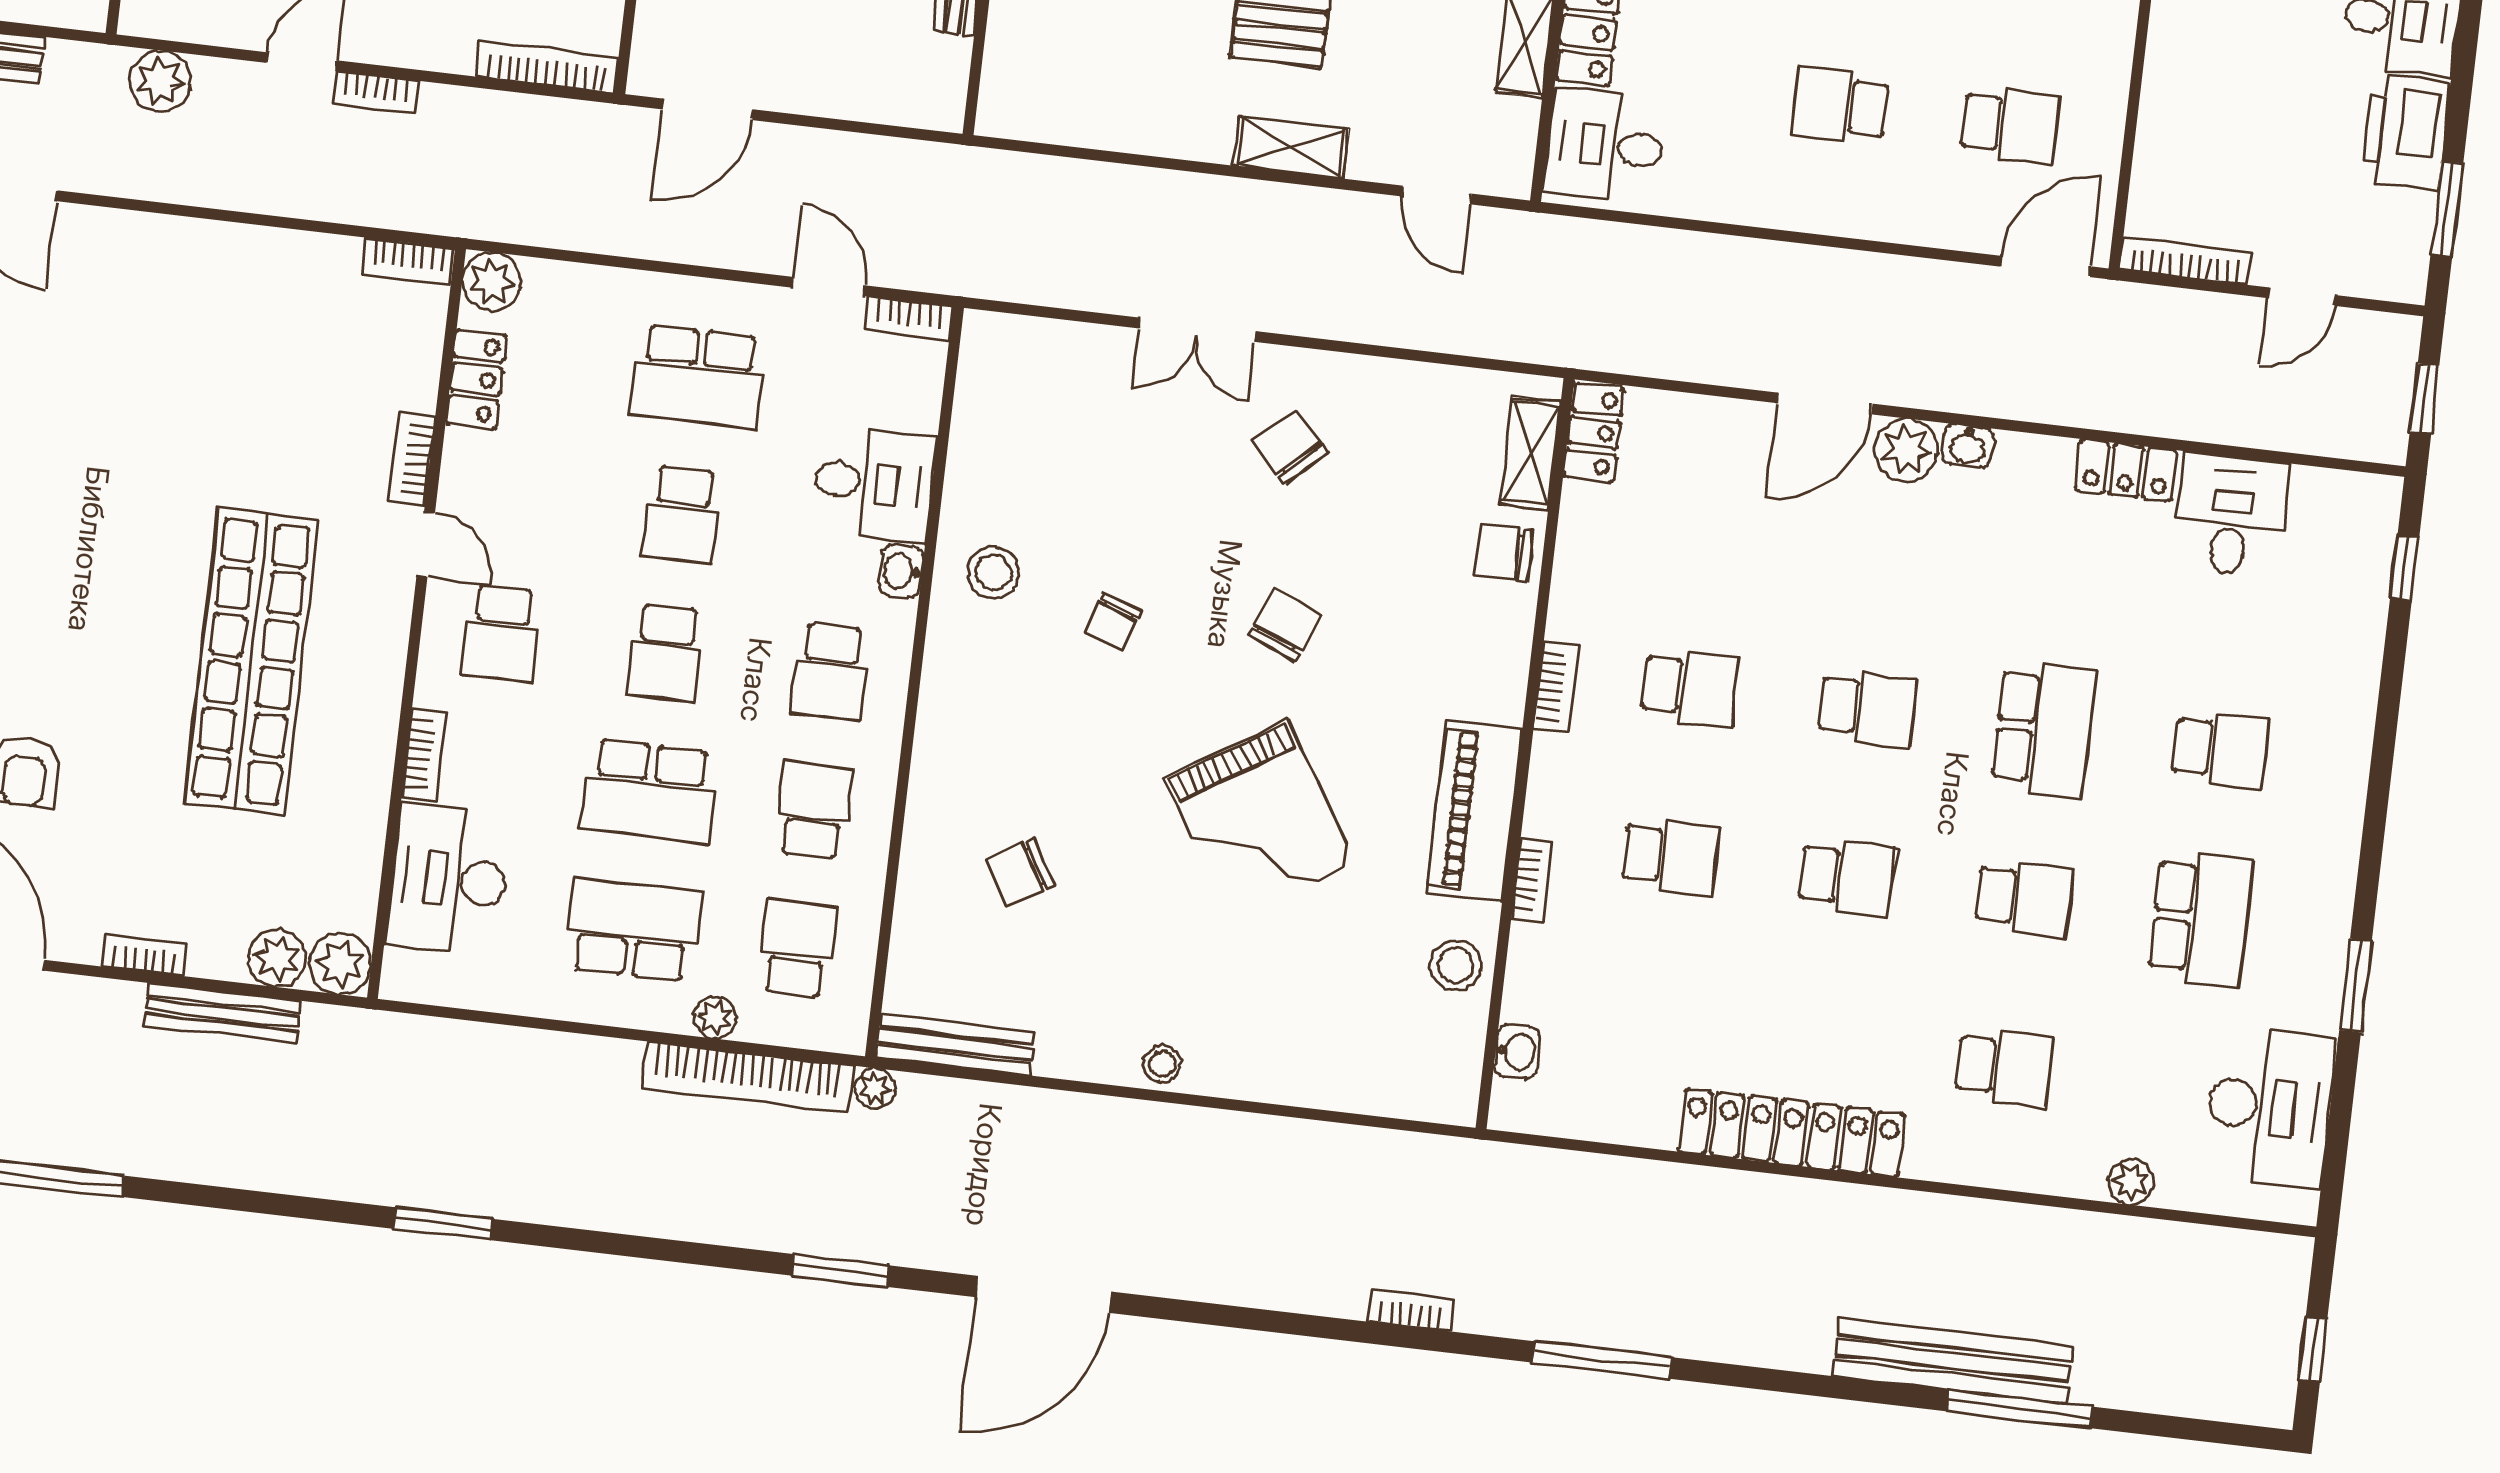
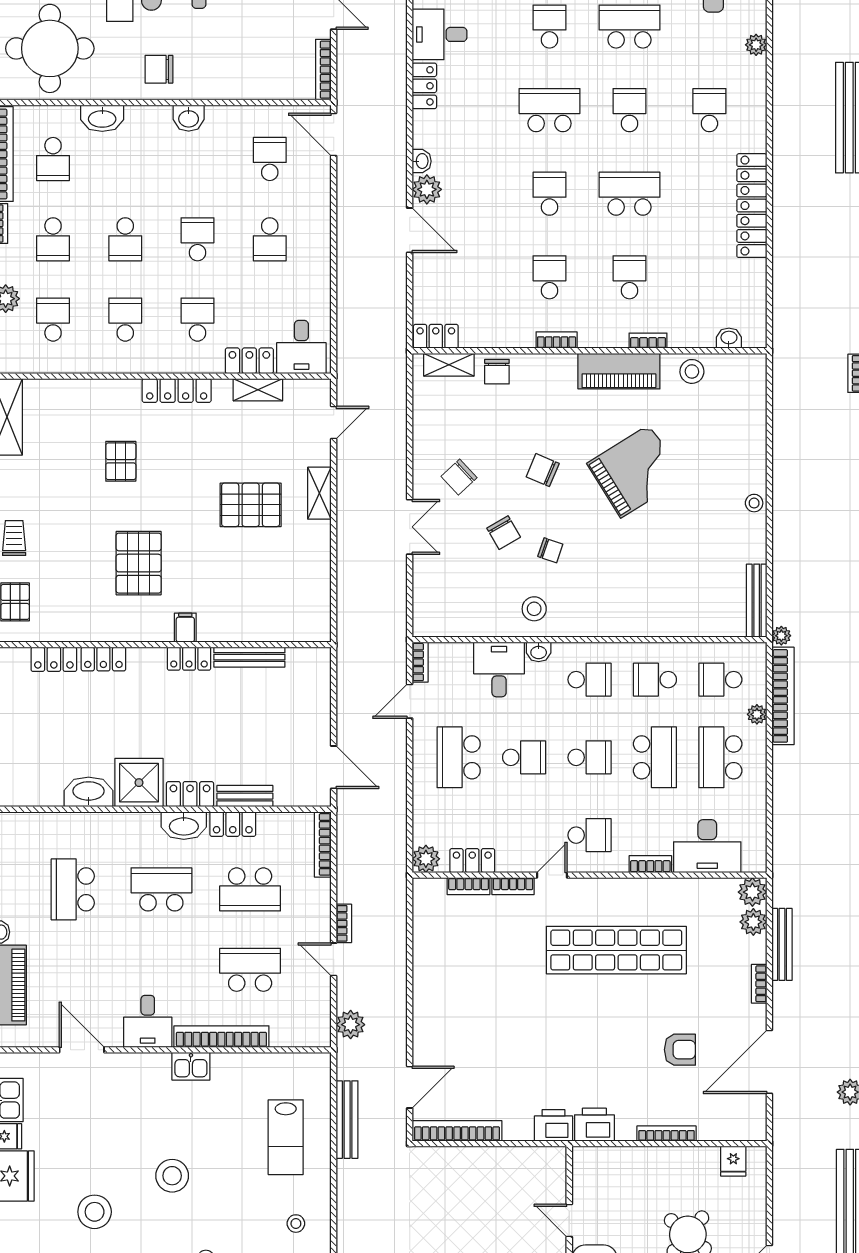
bookcase: (408, 261) -> (468, 886), moved, turned 90
school desk: (698, 376) -> (459, 757), turned 180
chair: (1020, 872) -> (504, 533), moved
school desk: (1847, 877) -> (629, 194), width x1.85

